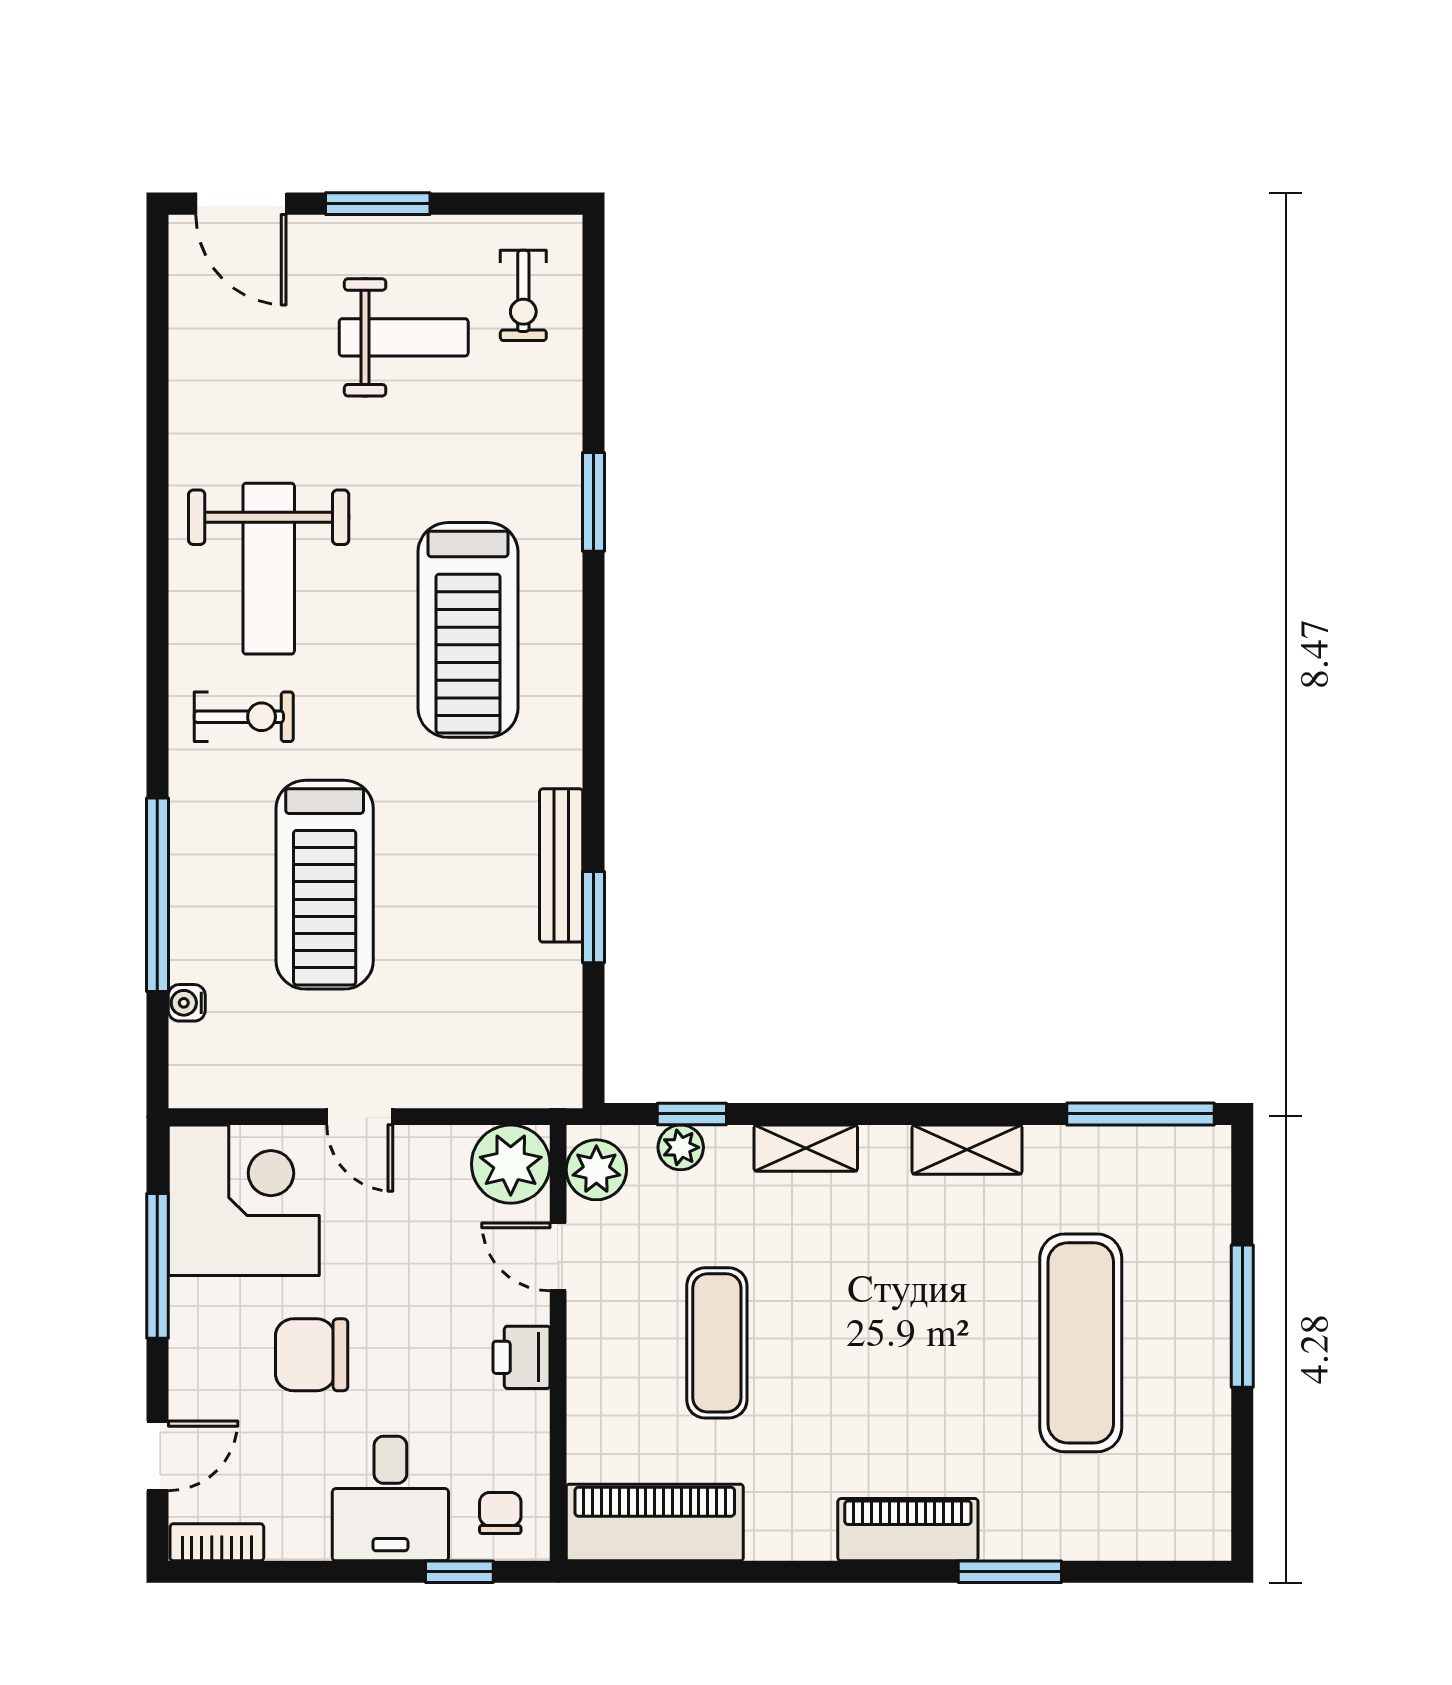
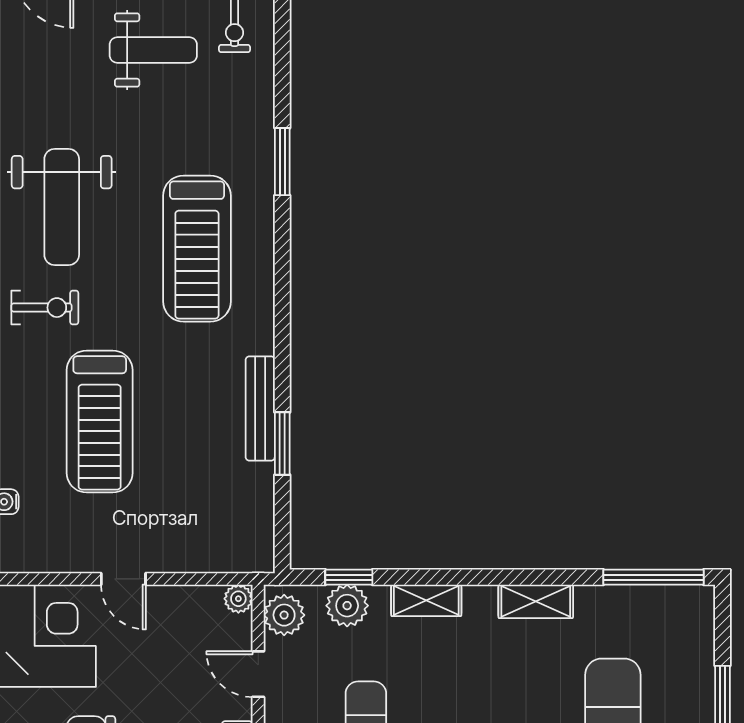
plant: (681, 1147) -> (347, 606), width x1.38, depth x1.38
plant: (511, 1164) -> (238, 599), width x0.53, depth x0.53

